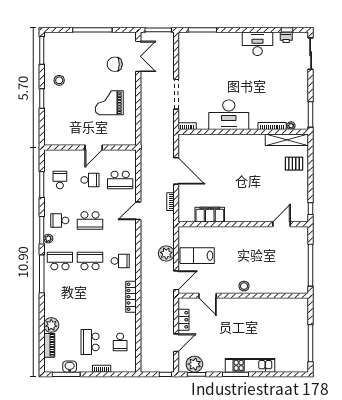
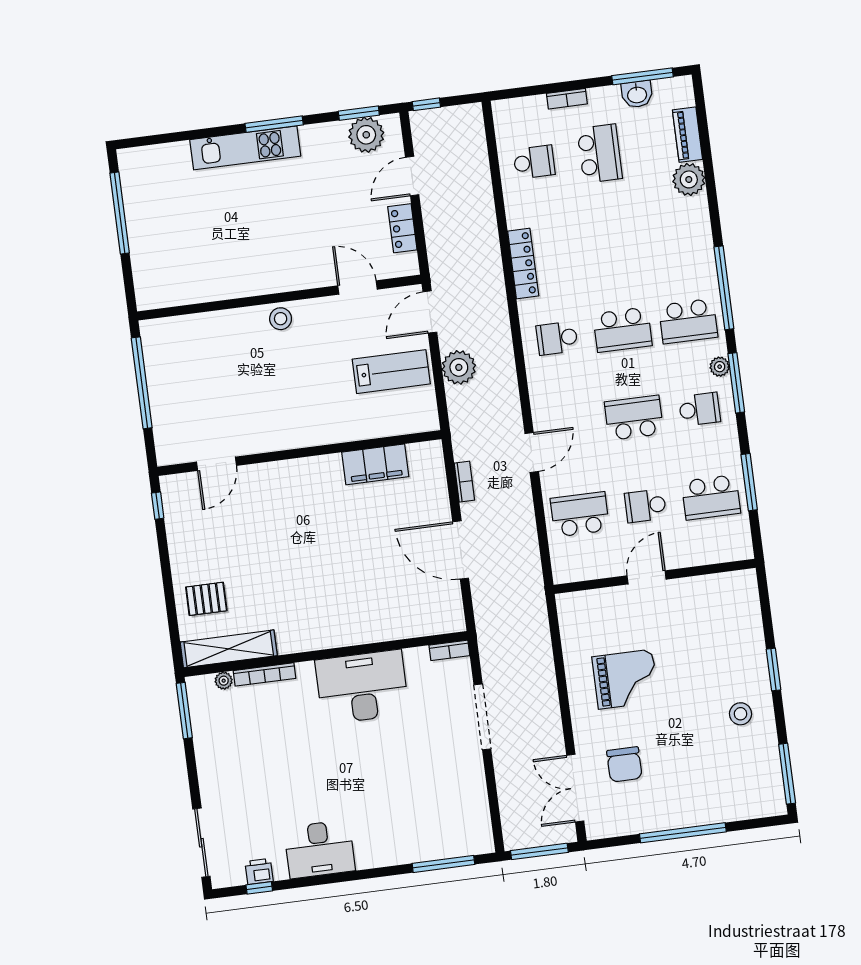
chair: (115, 64) -> (624, 764), turned 90
school desk: (60, 180) -> (711, 497), width x1.85
school desk: (120, 342) -> (534, 162), turned 90

